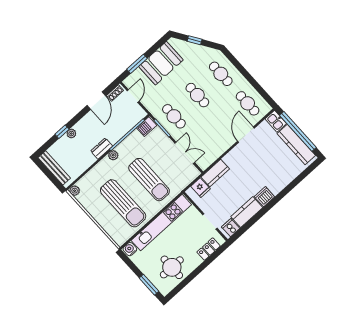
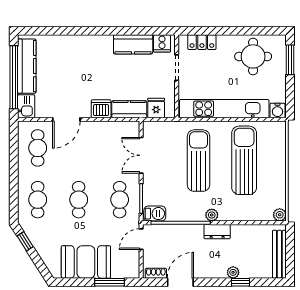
window: (195, 40) -> (25, 241), moved
door: (133, 96) -> (141, 239), moved
dishwasher: (264, 197) -> (101, 109), moved, turned 180

